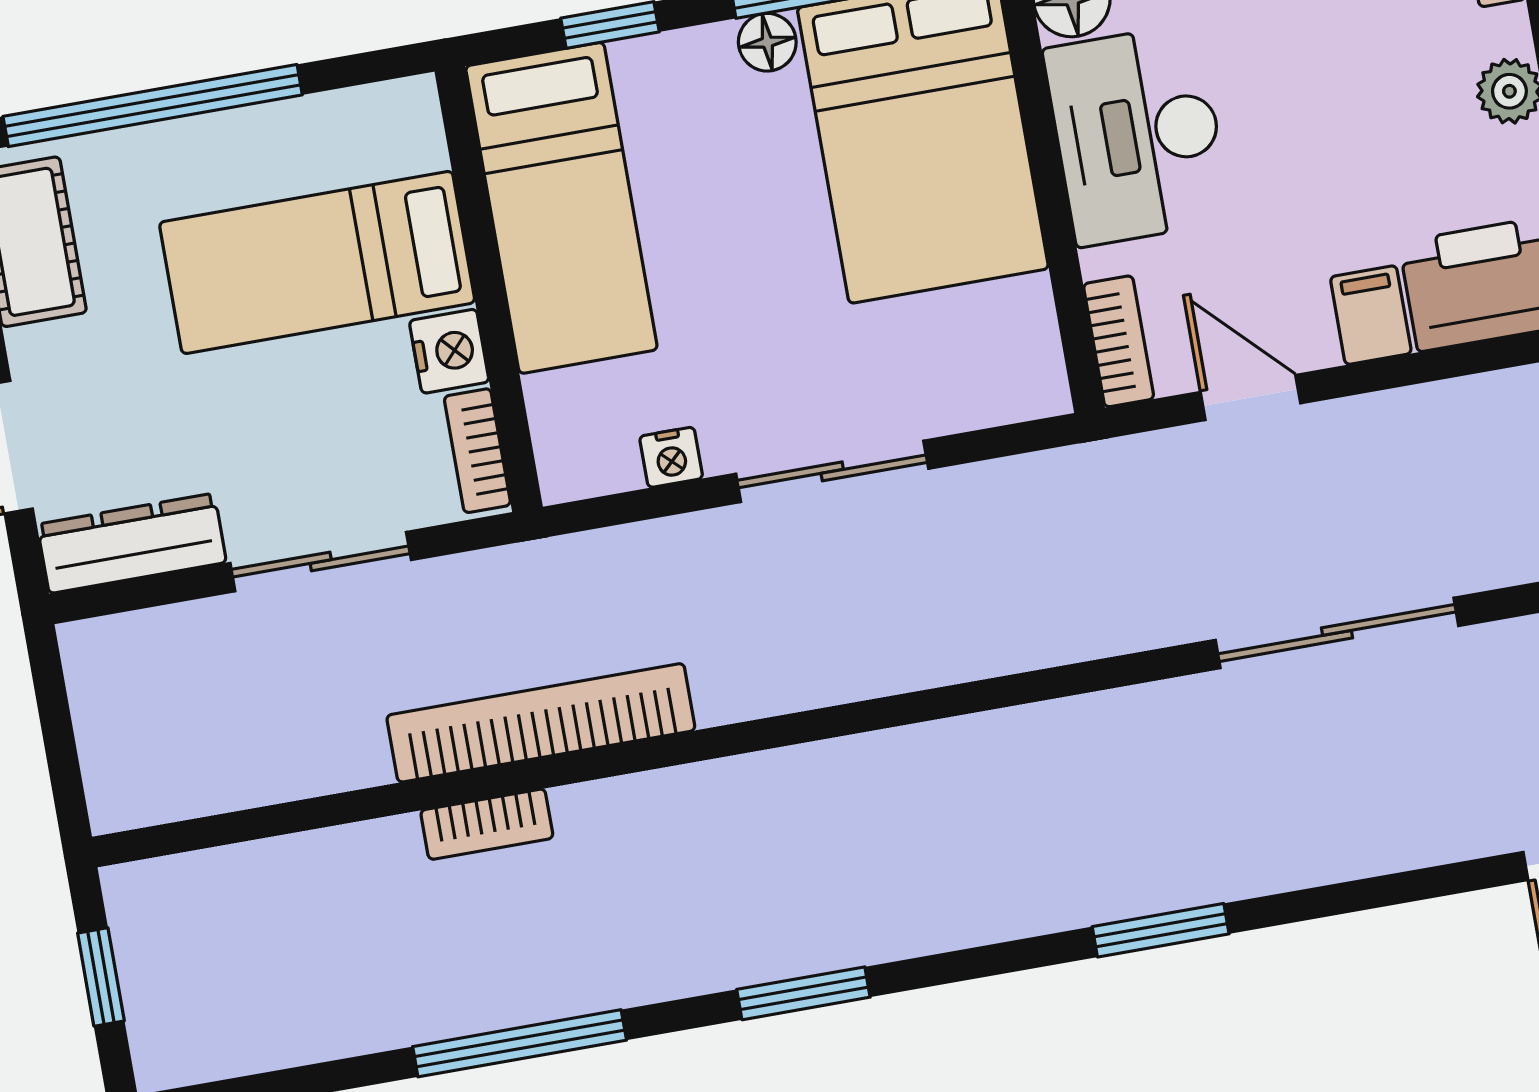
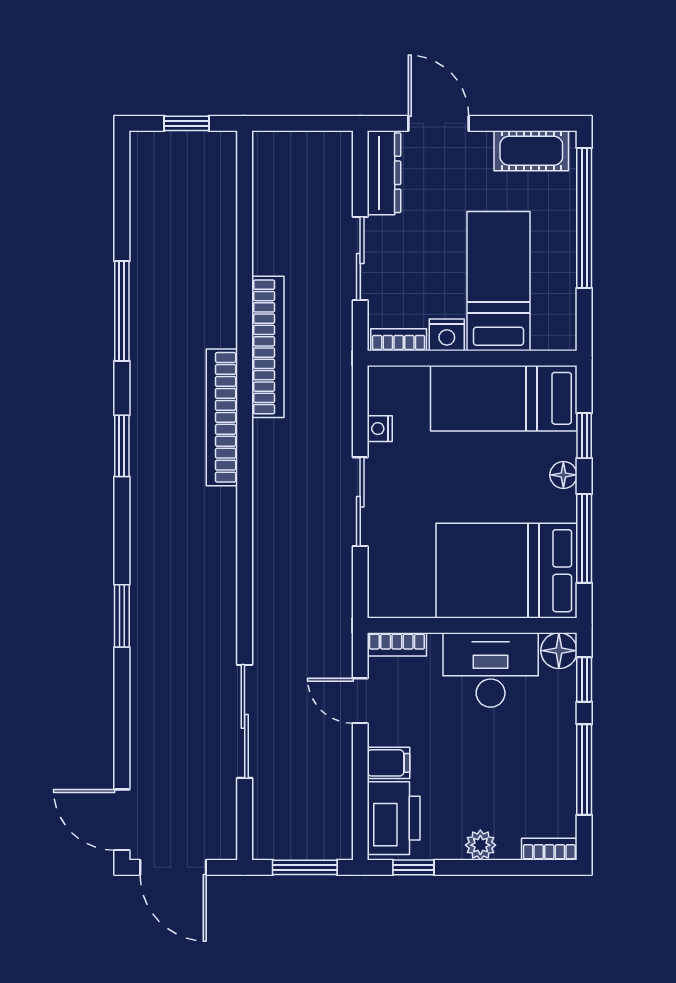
floor lamp: (767, 42) -> (563, 475), moved
door: (1250, 398) -> (360, 701), swing flipped
bookcase: (487, 824) -> (222, 417), moved, width x2.31, depth x1.31

